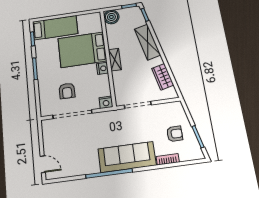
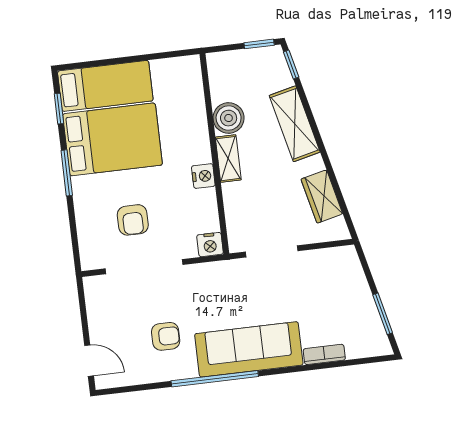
boiler: (111, 17) -> (229, 118), moved
bed: (82, 50) -> (113, 139), moved, turned 180
armchair: (175, 134) -> (166, 336), moved

